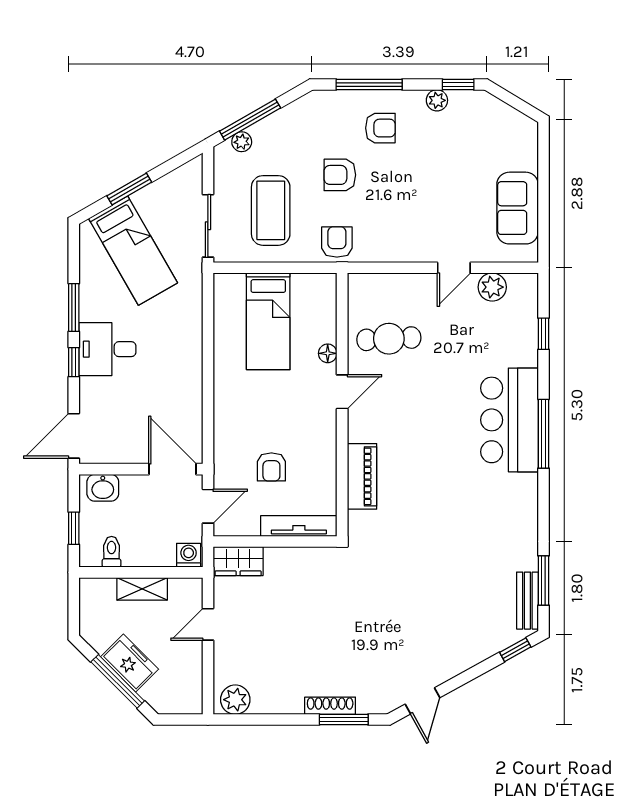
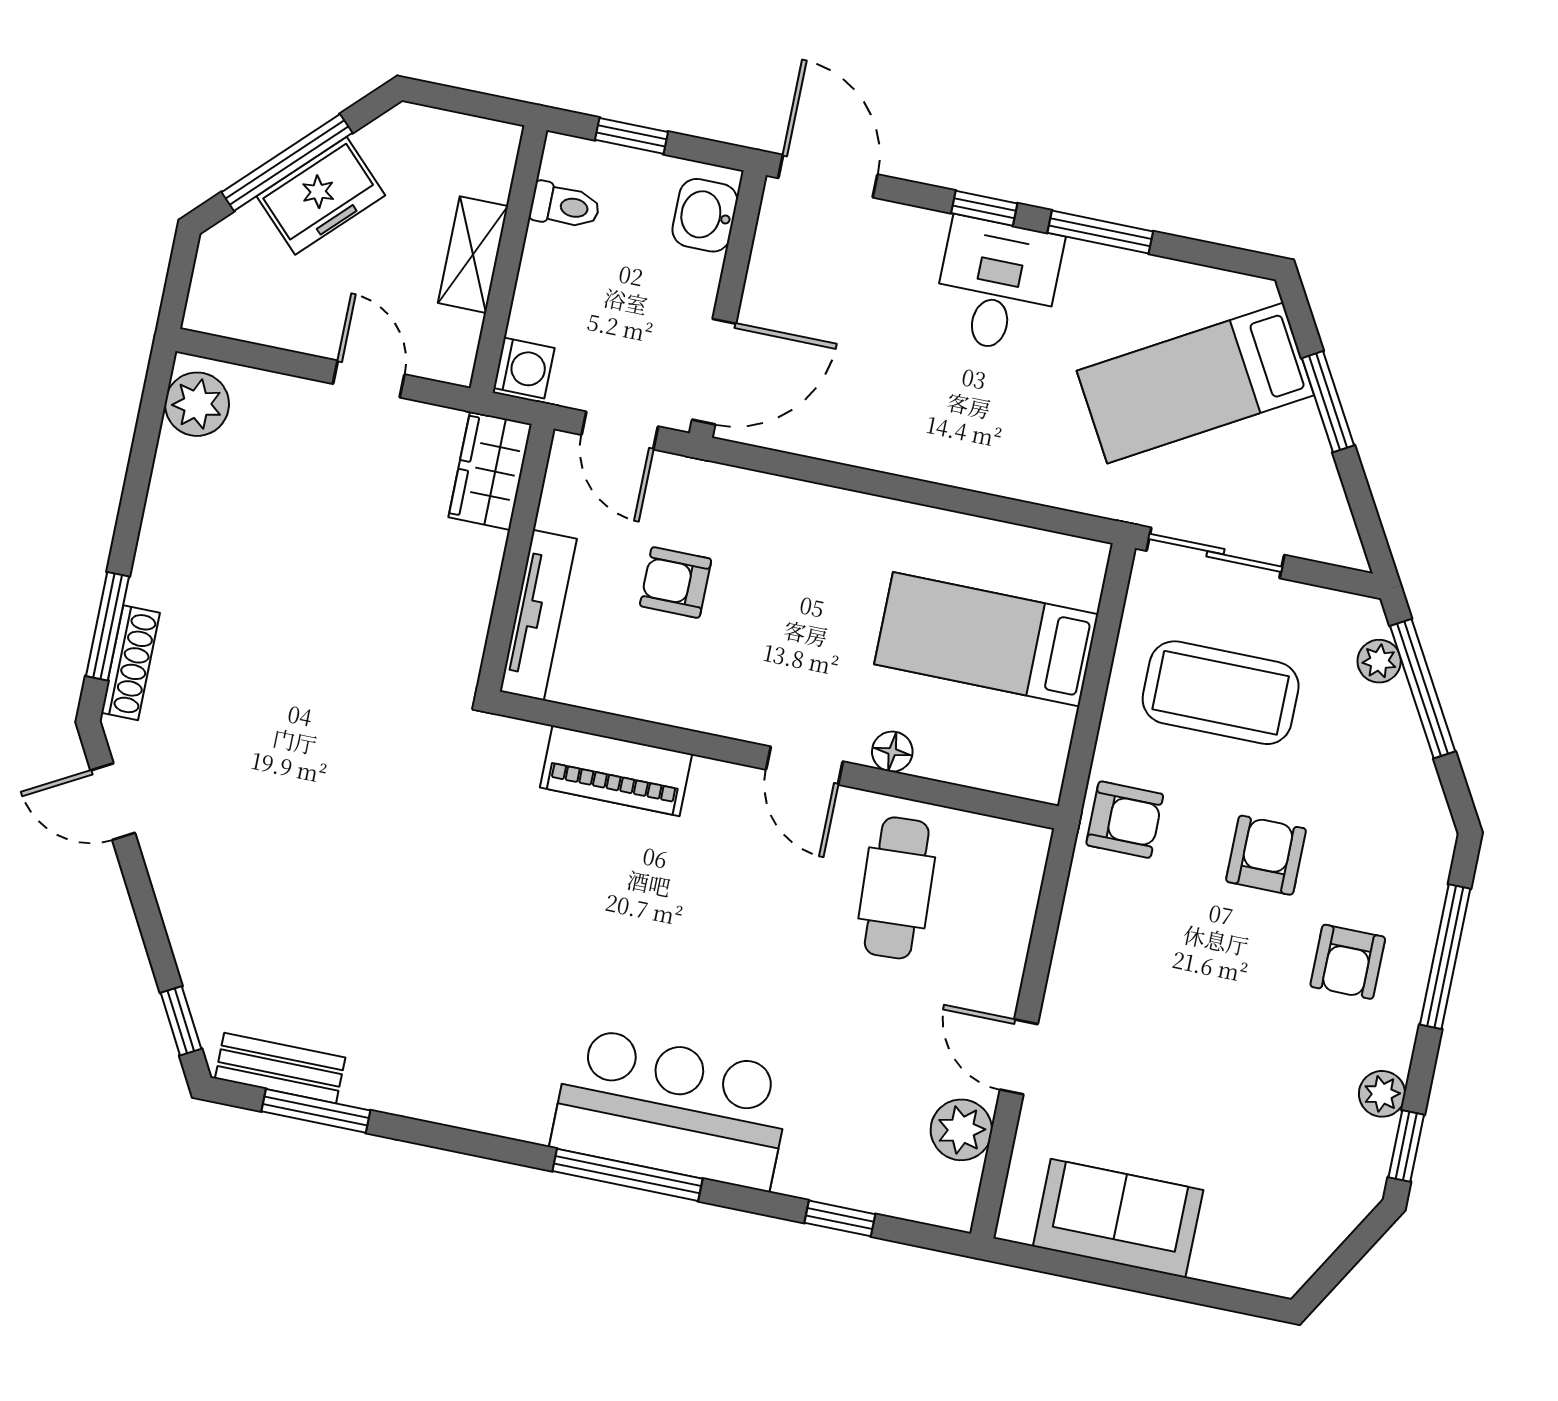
shoe rack: (330, 706) -> (131, 663), moved

